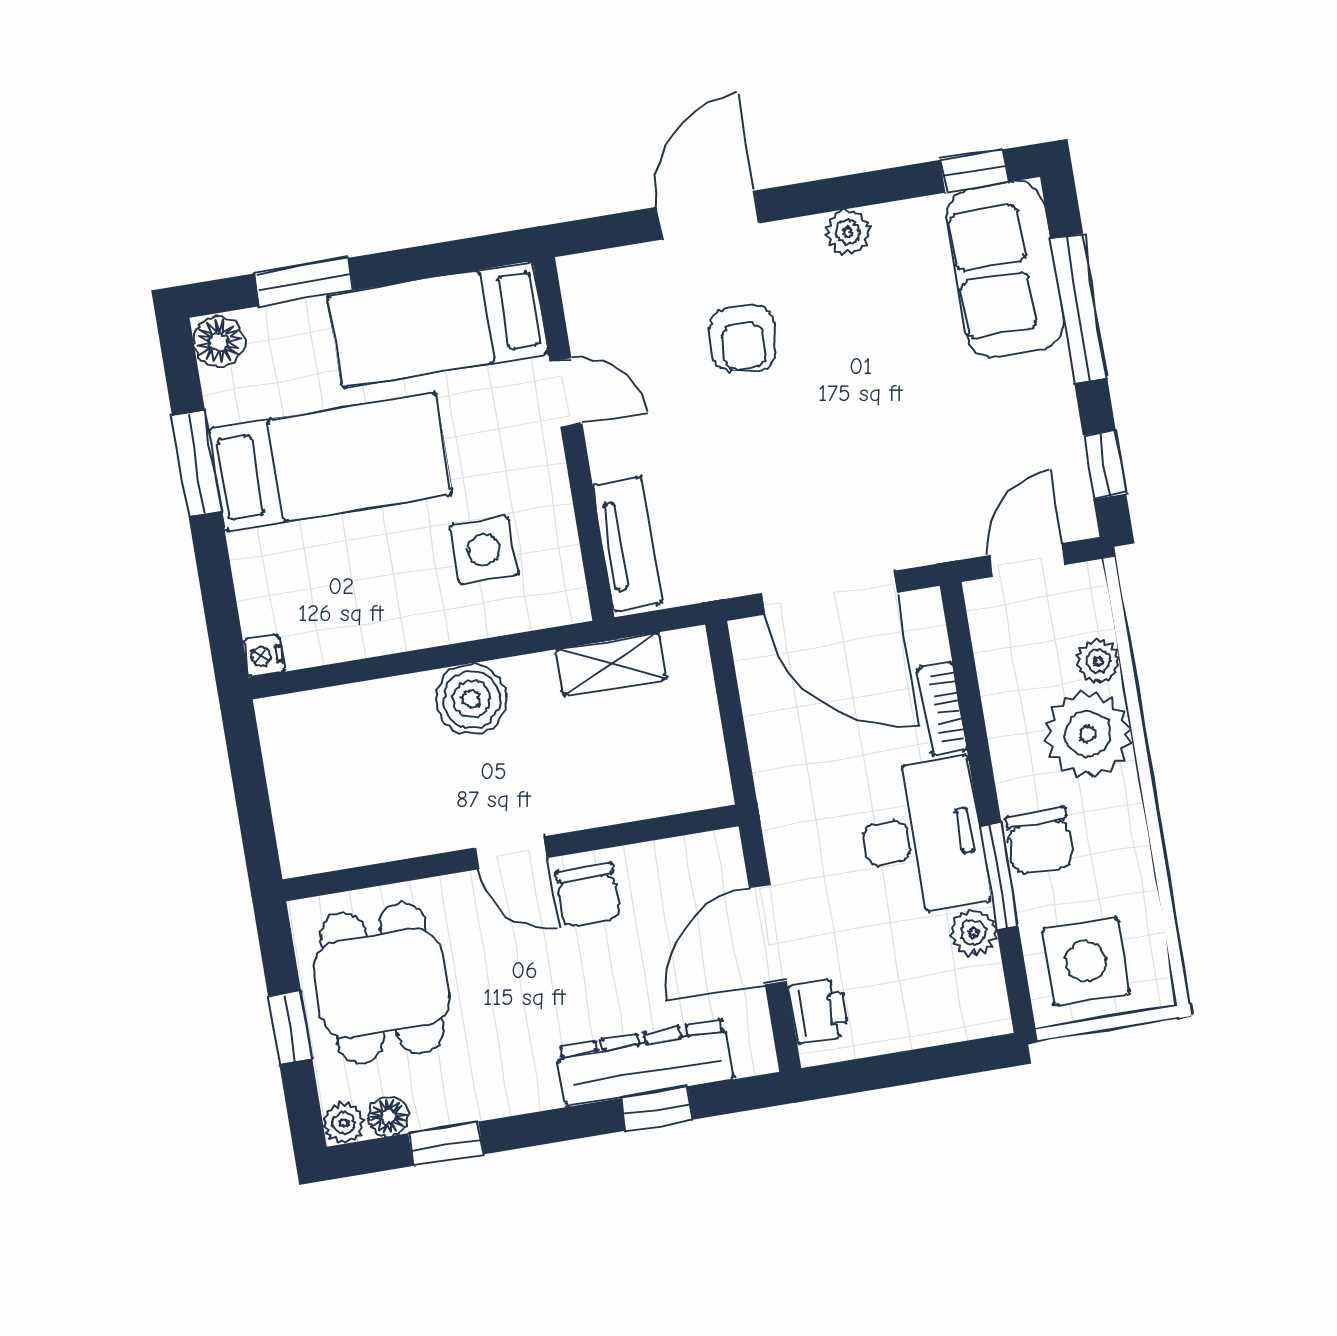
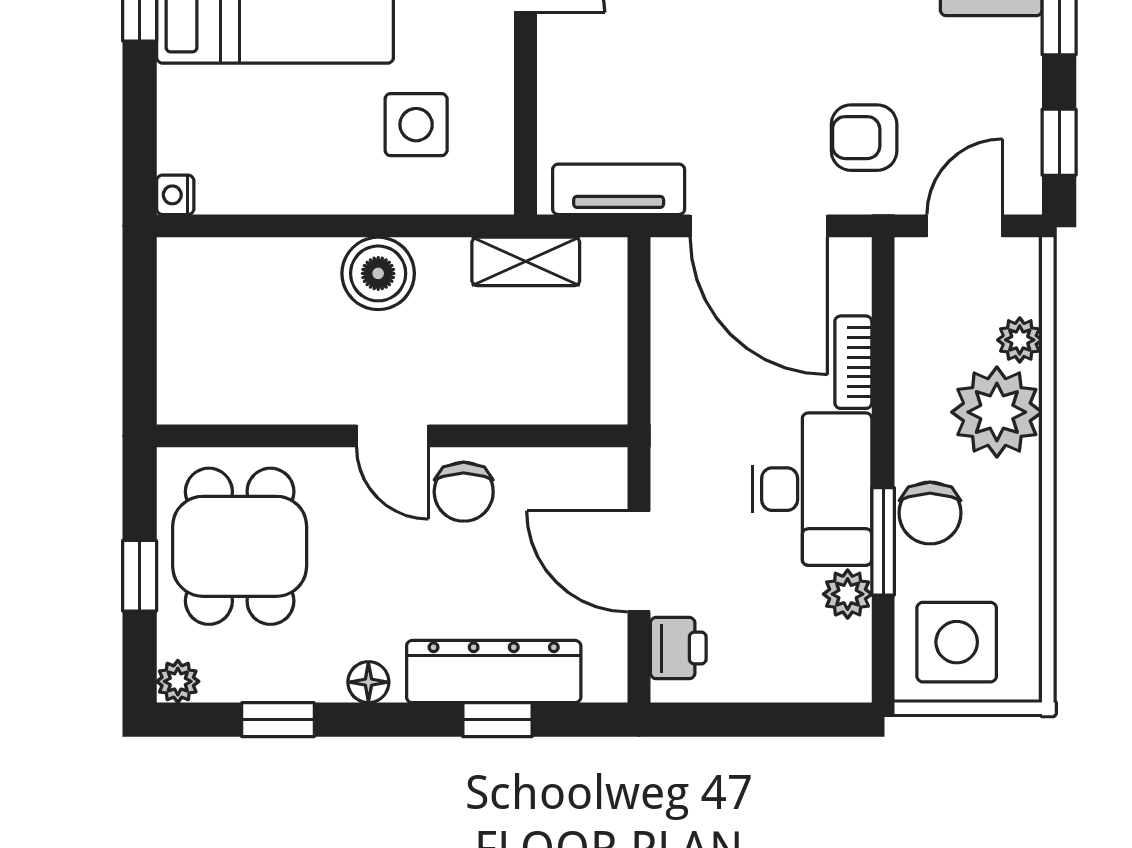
armchair: (916, 491) -> (864, 138), added
tv unit: (627, 544) -> (619, 189), moved, turned -90
door: (768, 934) -> (639, 561), hinge flipped
floor lamp: (388, 1116) -> (368, 682), moved

